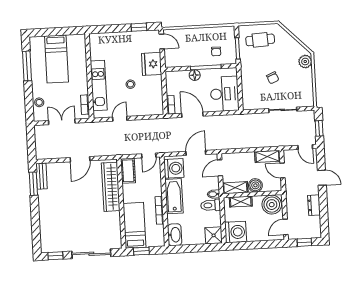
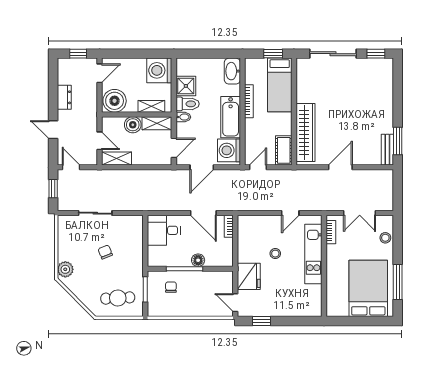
bed: (56, 59) -> (368, 288), width x1.50
desk: (224, 94) -> (164, 230), width x0.73
shower: (214, 235) -> (186, 86), moved

